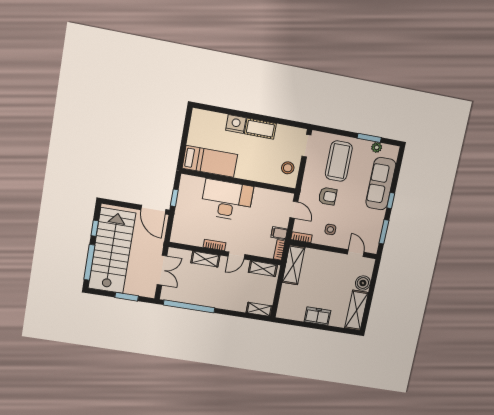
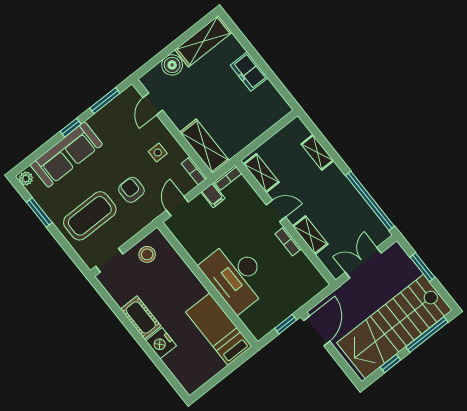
plant: (377, 147) -> (26, 178), moved
shelving: (294, 265) -> (204, 146), moved, turned 90
shelving: (259, 309) -> (317, 152), moved

